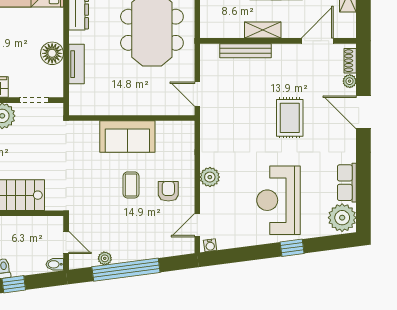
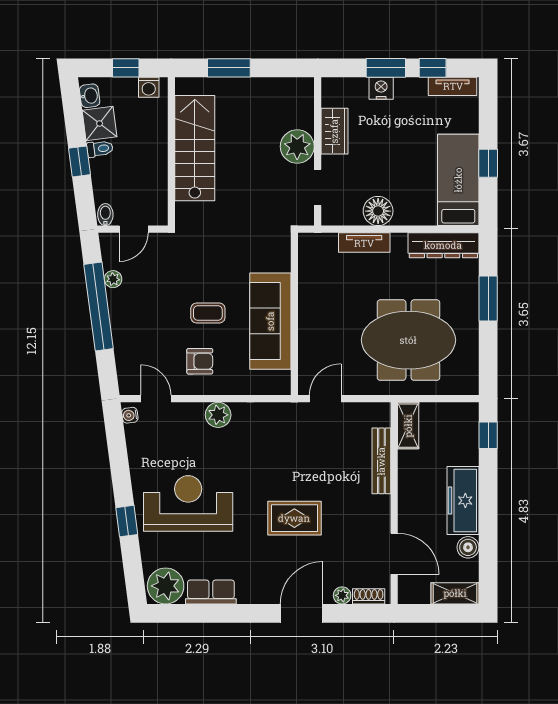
shelving: (263, 30) -> (408, 426), moved
sofa: (127, 137) -> (270, 321), width x1.36

